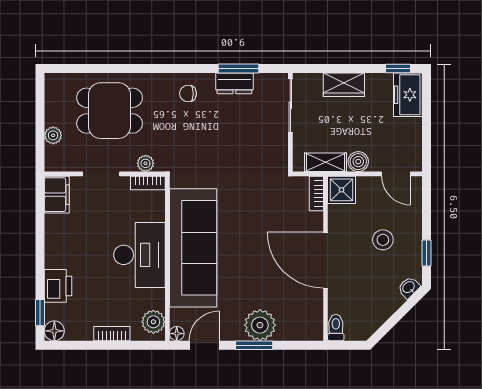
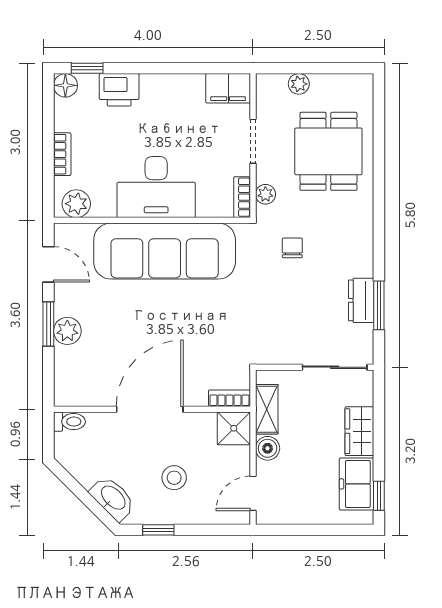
chair: (188, 94) -> (292, 248), moved
freezer: (408, 95) -> (357, 484), moved, turned -90
washbasin: (409, 287) -> (113, 498), width x1.91, depth x1.45
plant: (260, 325) -> (67, 331), width x0.73, depth x0.73
floor lamp: (177, 334) -> (62, 232), removed

